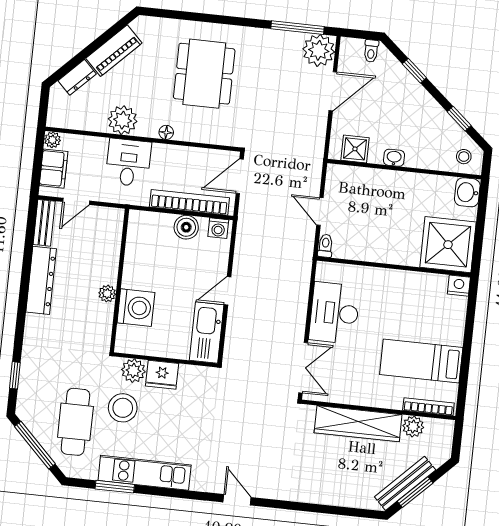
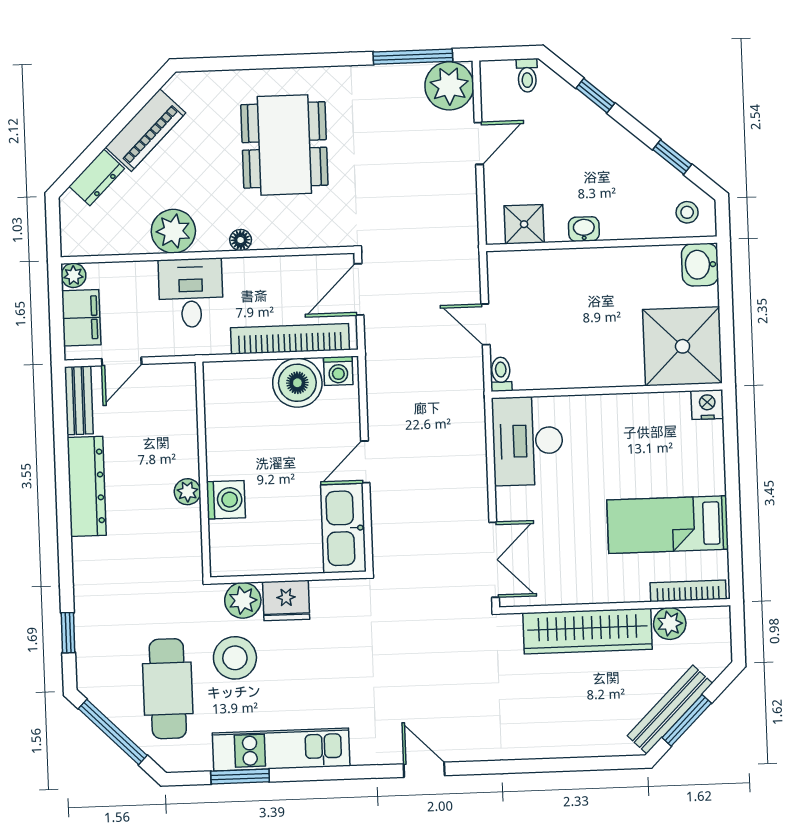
door: (333, 91) -> (479, 143), width x0.73
boiler: (186, 227) -> (297, 383), width x1.37, depth x1.37
washing machine: (136, 308) -> (226, 500), width x0.73, depth x0.73
desk: (334, 313) -> (528, 441), moved

